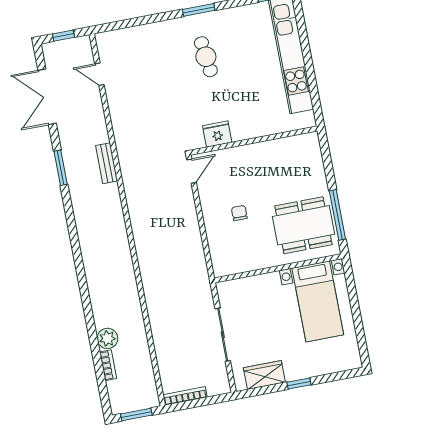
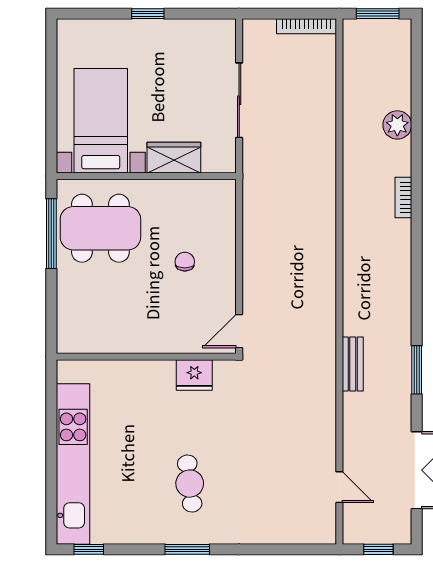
chair: (239, 213) -> (185, 262), turned 180
bookcase: (108, 365) -> (403, 198), moved
wardrobe: (264, 375) -> (174, 158), moved, turned 180

